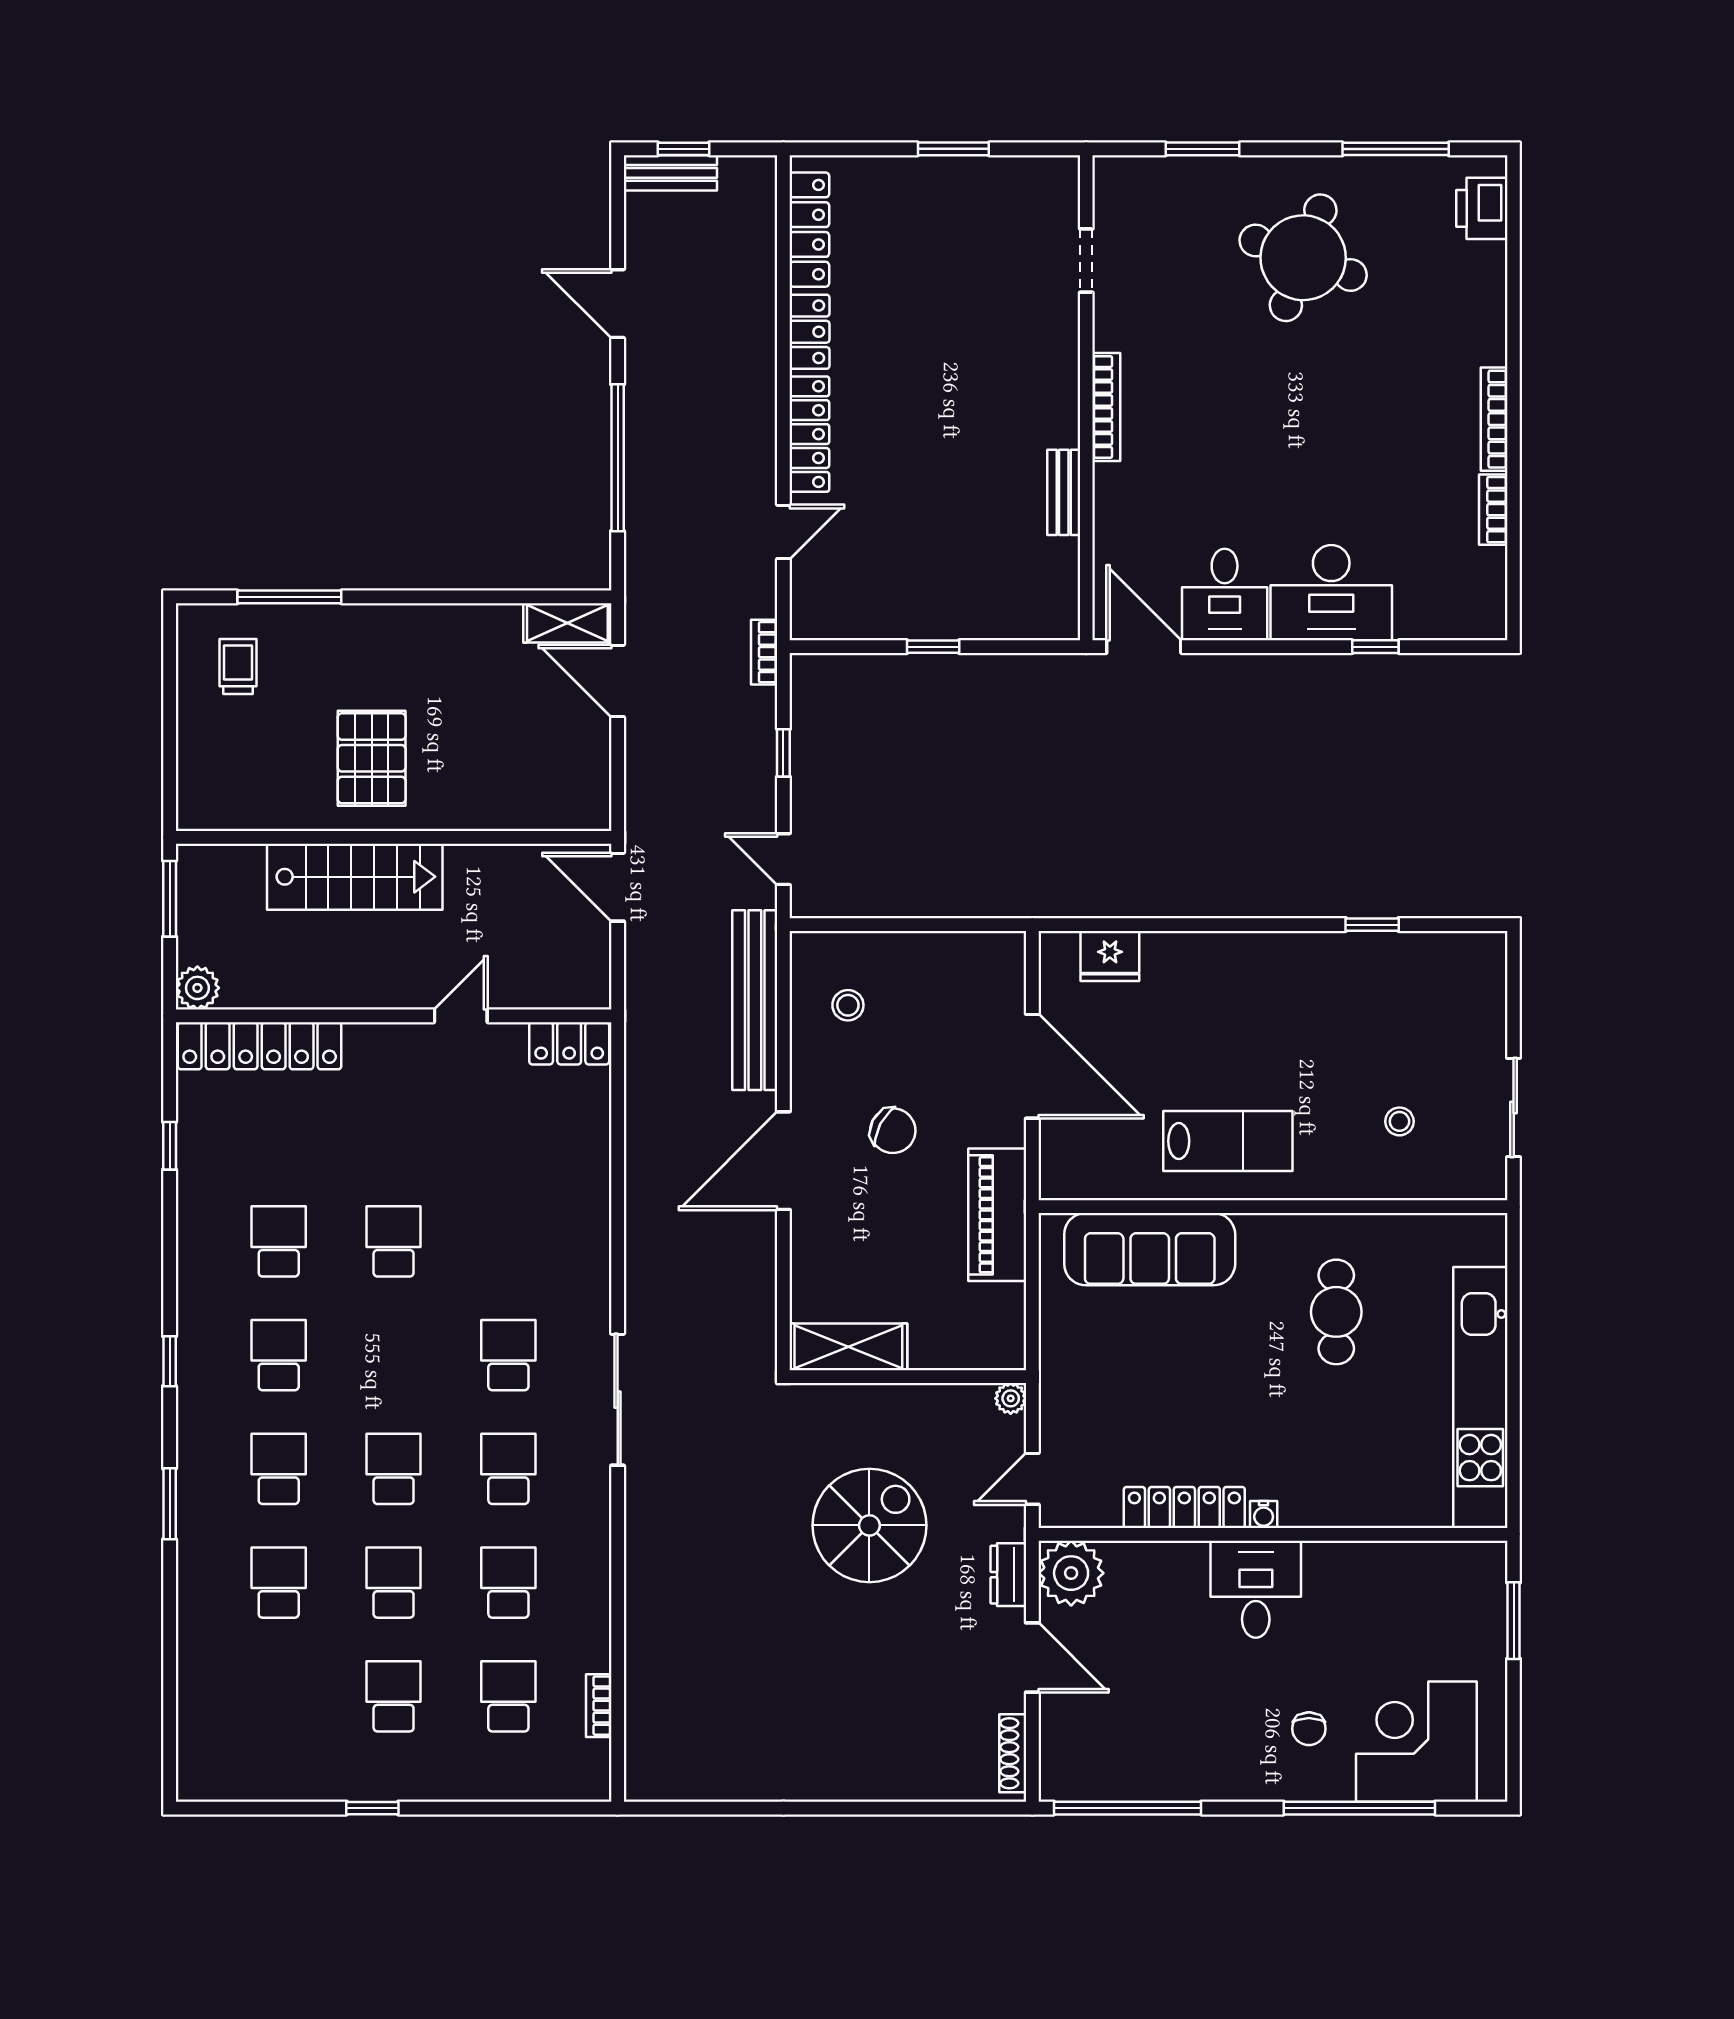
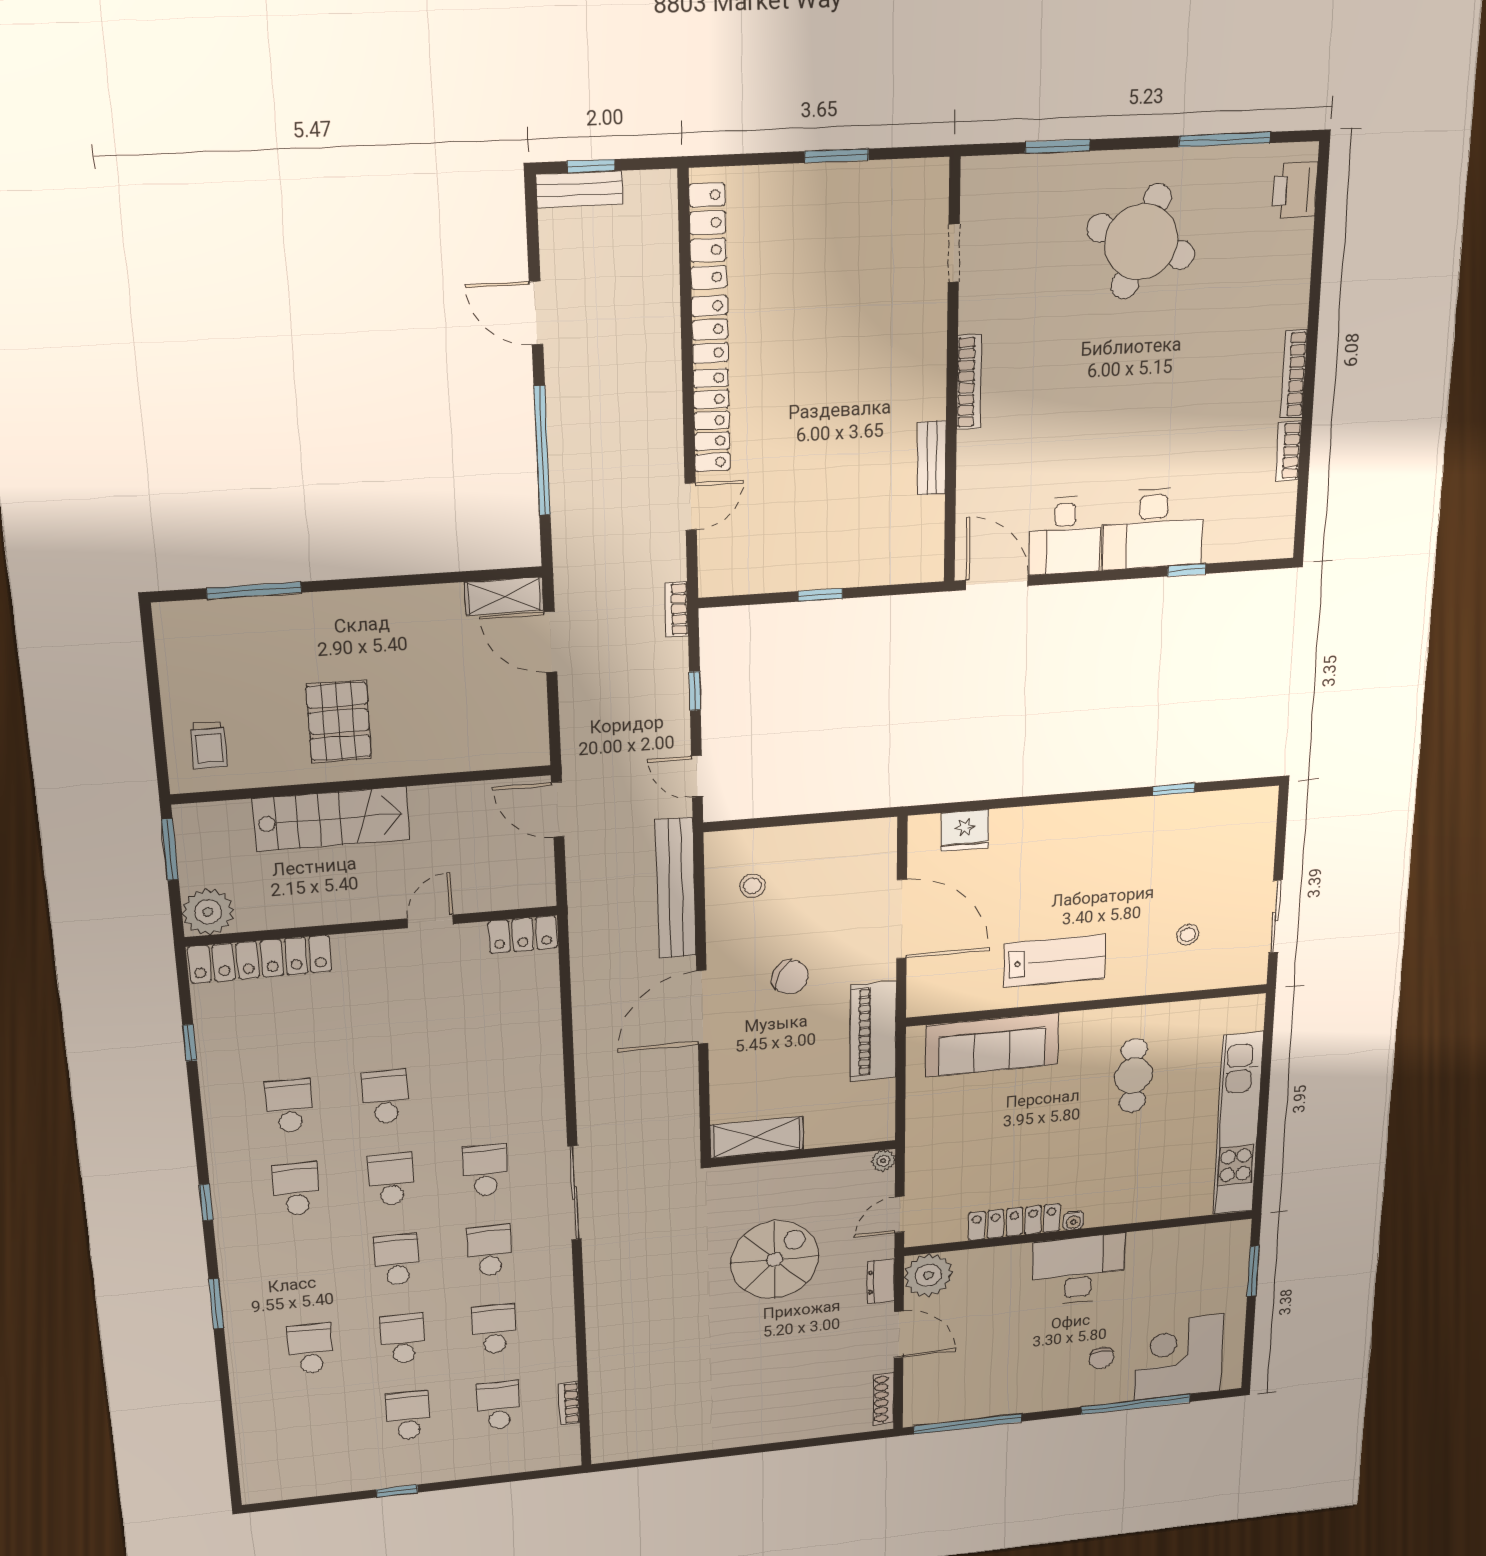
trolley: (238, 666) -> (209, 745), moved, turned 180
plant: (197, 988) -> (208, 912), width x1.36, depth x1.36
school desk: (279, 1469) -> (391, 1179), moved
desk: (1256, 1589) -> (1078, 1270), width x1.37

